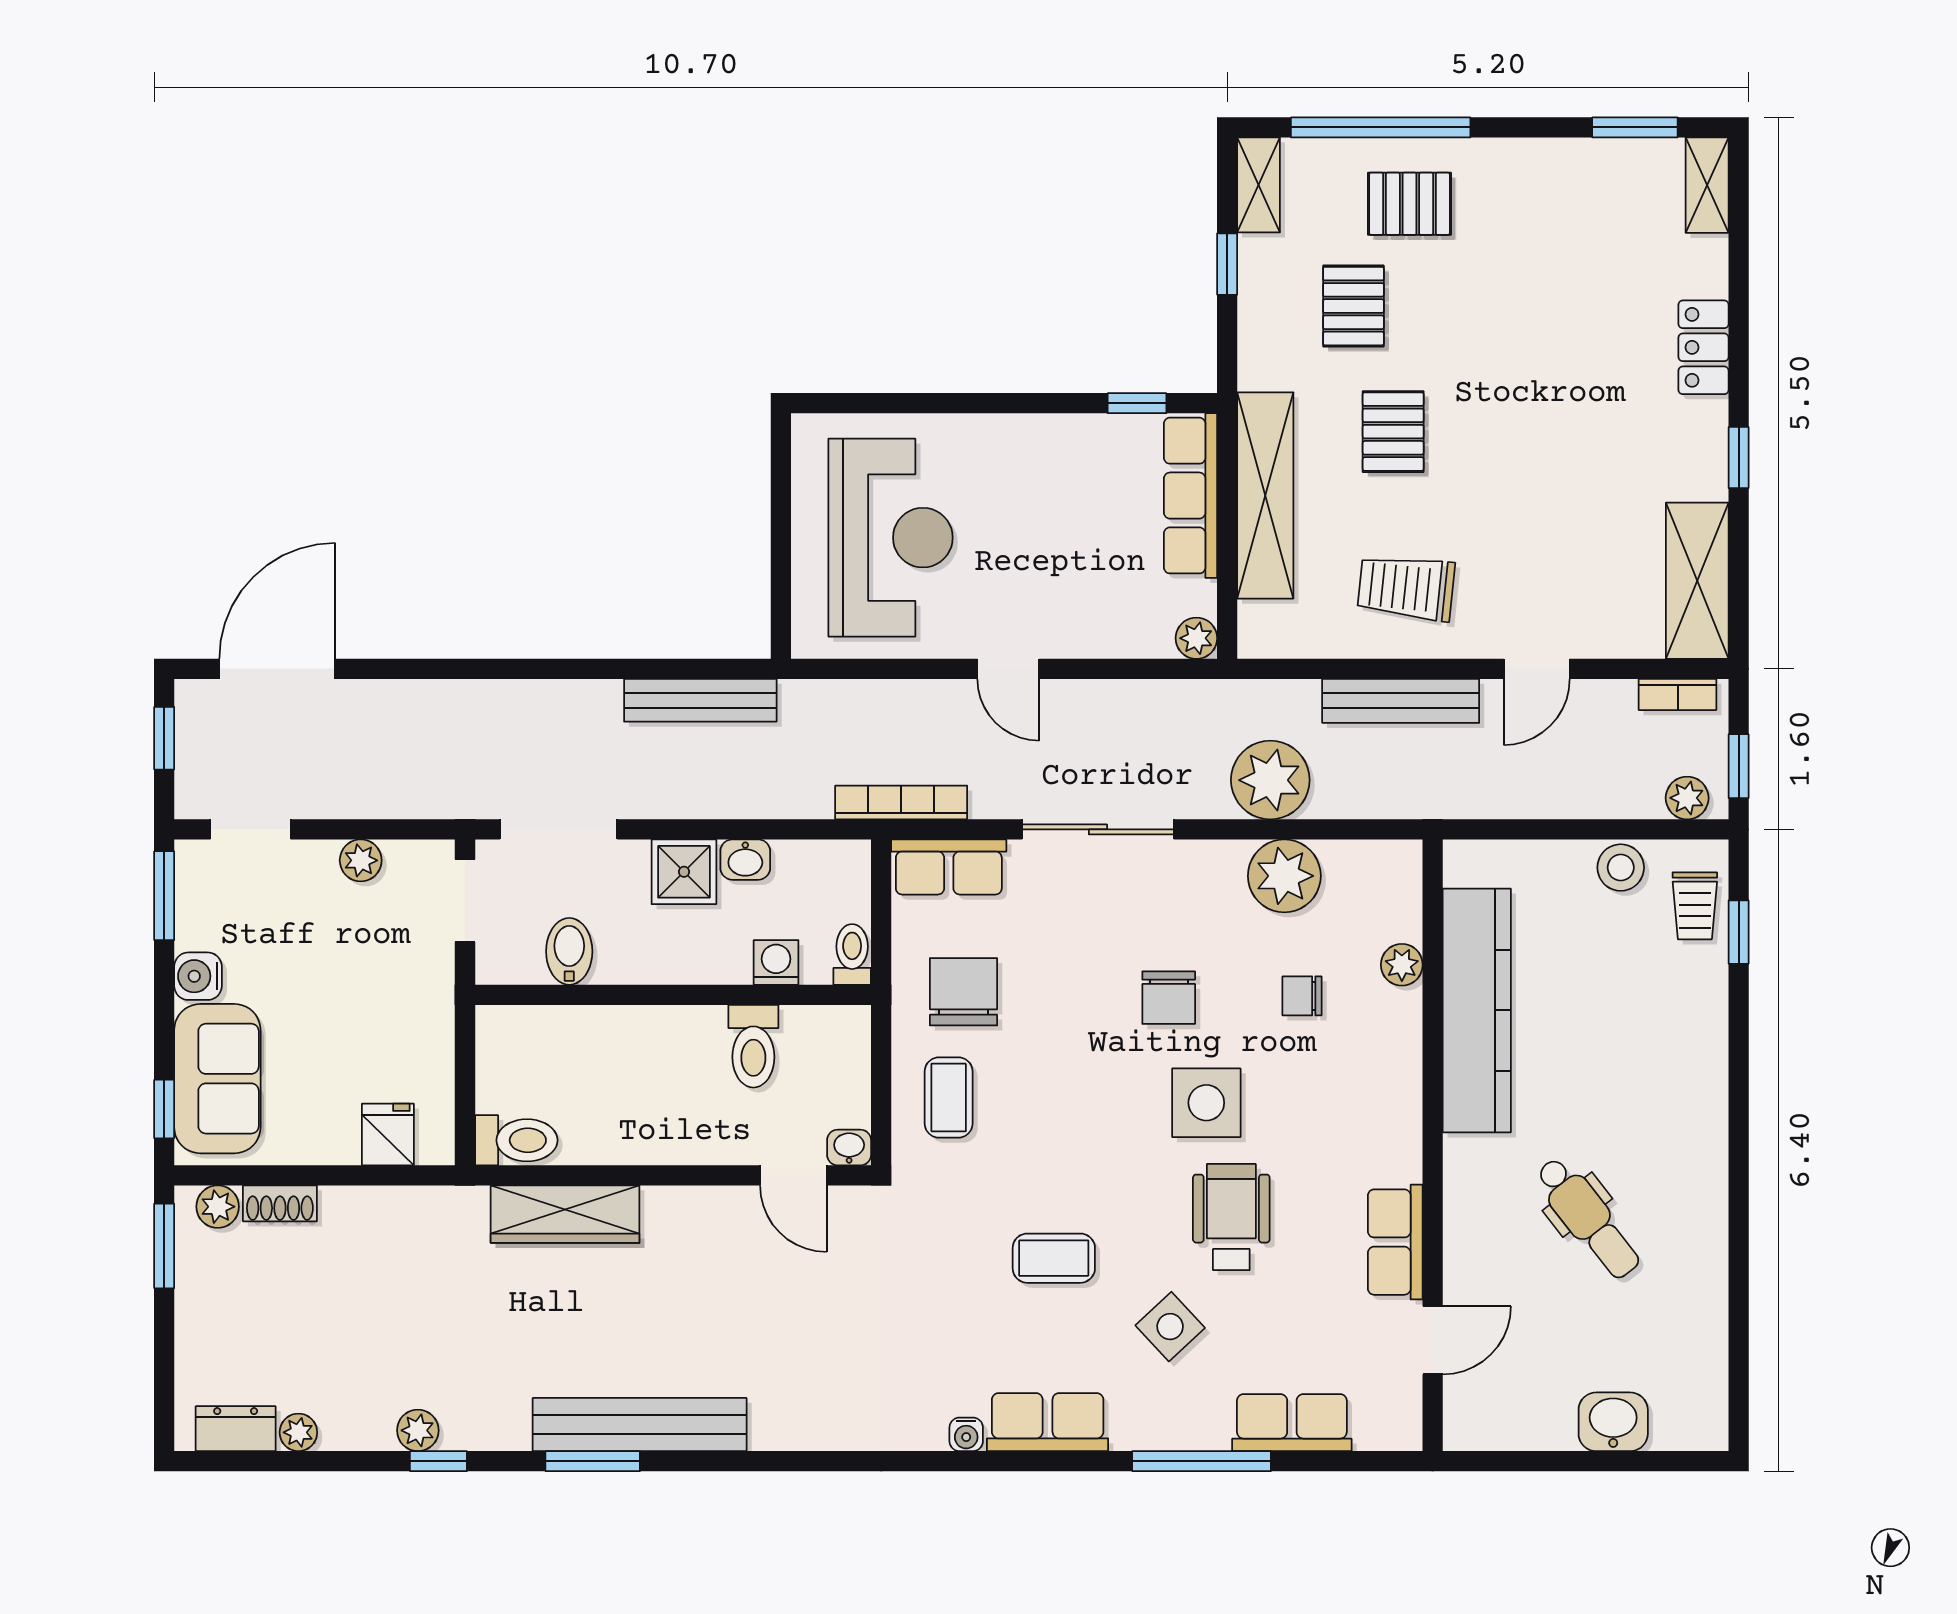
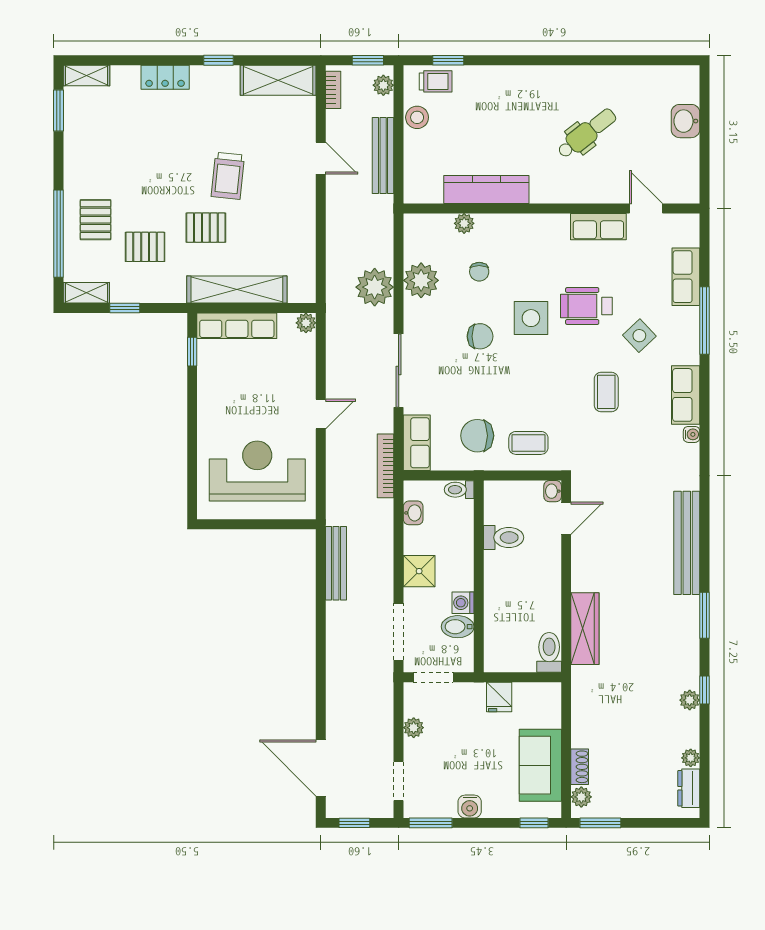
trolley: (1406, 588) -> (228, 176), moved
bench: (1401, 701) -> (383, 155), moved
washbasin: (745, 860) -> (413, 513), moved
washing machine: (776, 962) -> (463, 603), moved
kitchen counter: (1477, 1010) -> (486, 189), width x0.72, depth x0.86
sofa: (217, 1079) -> (540, 765), moved, turned -90
fridge: (388, 1134) -> (499, 697), moved, turned -90
bench: (640, 1425) -> (687, 543), moved

